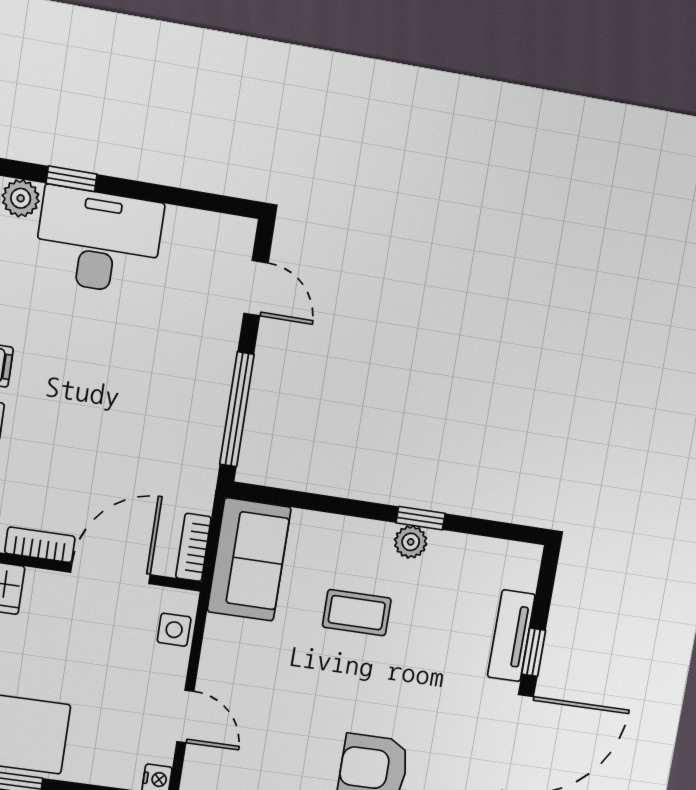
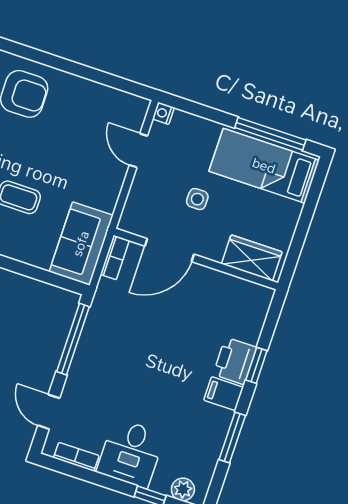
desk: (99, 241) -> (131, 453), width x0.73
bookcase: (40, 545) -> (76, 457), moved, turned 180
side table: (174, 630) -> (197, 199), moved

